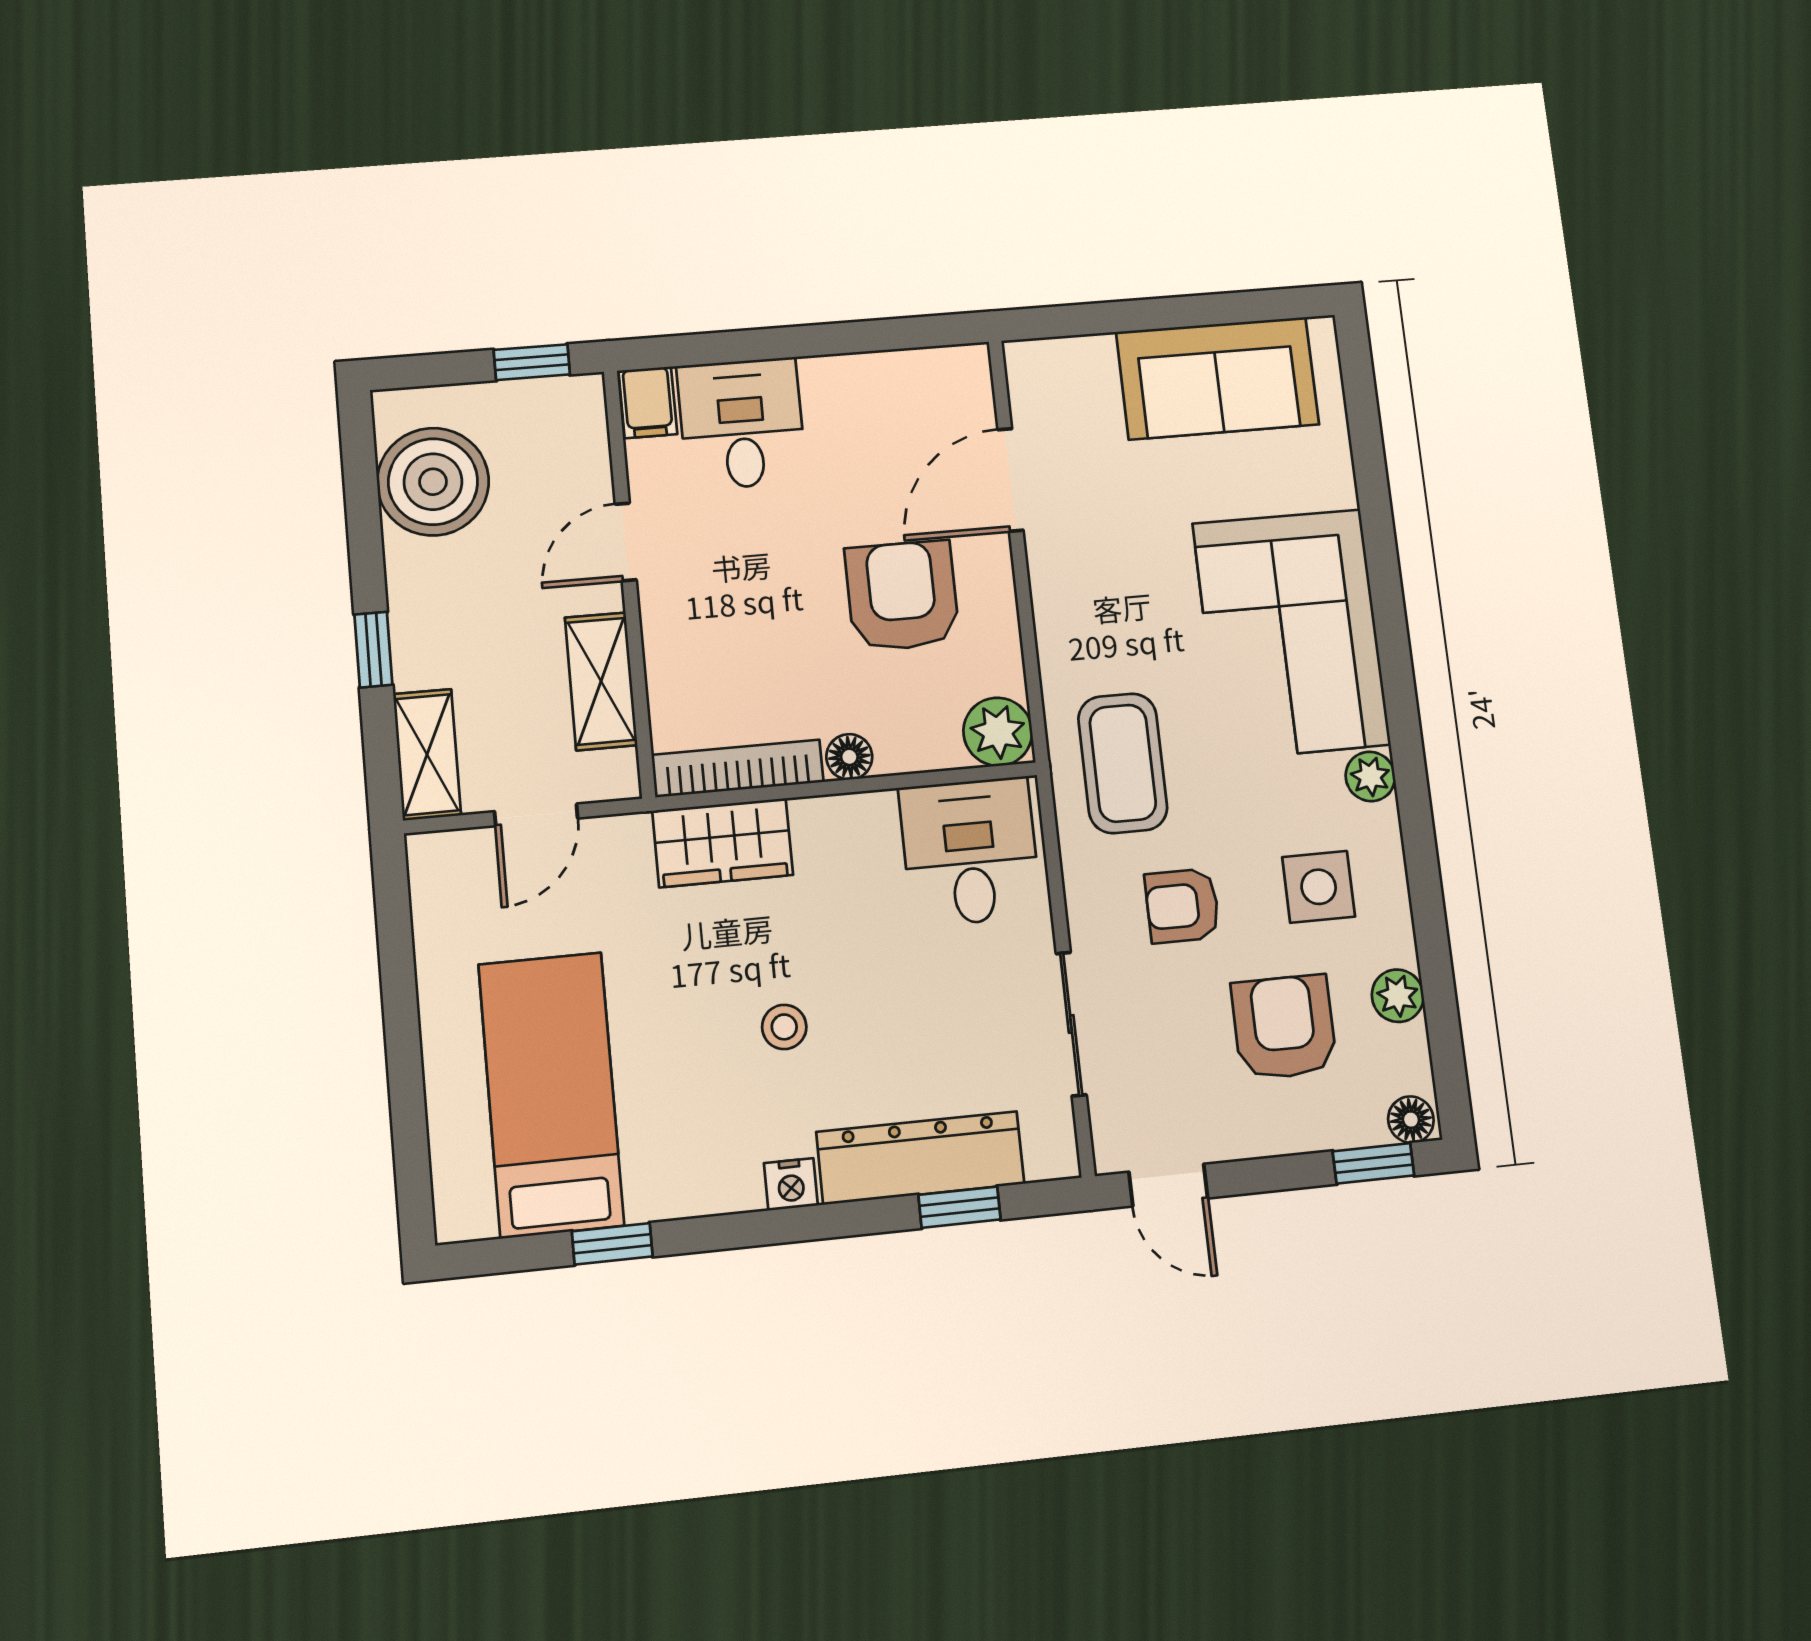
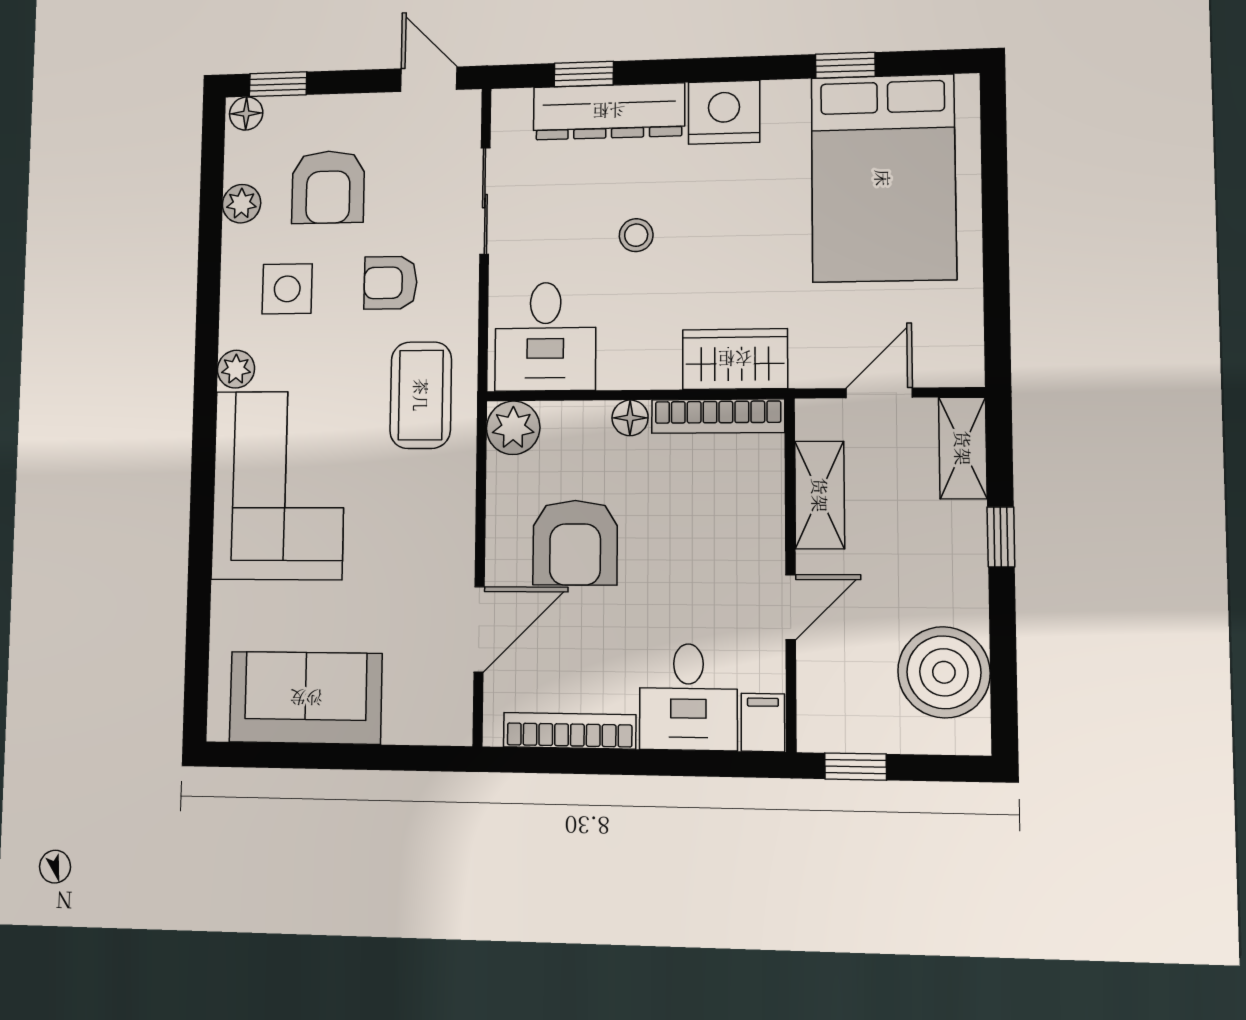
bookcase: (884, 370) -> (569, 731), added
armchair: (1182, 906) -> (390, 283), turned 180
stool: (784, 1027) -> (636, 235), moved
bed: (551, 1094) -> (883, 178), width x1.50
nightstand: (791, 1184) -> (724, 112), width x1.89, depth x1.79

